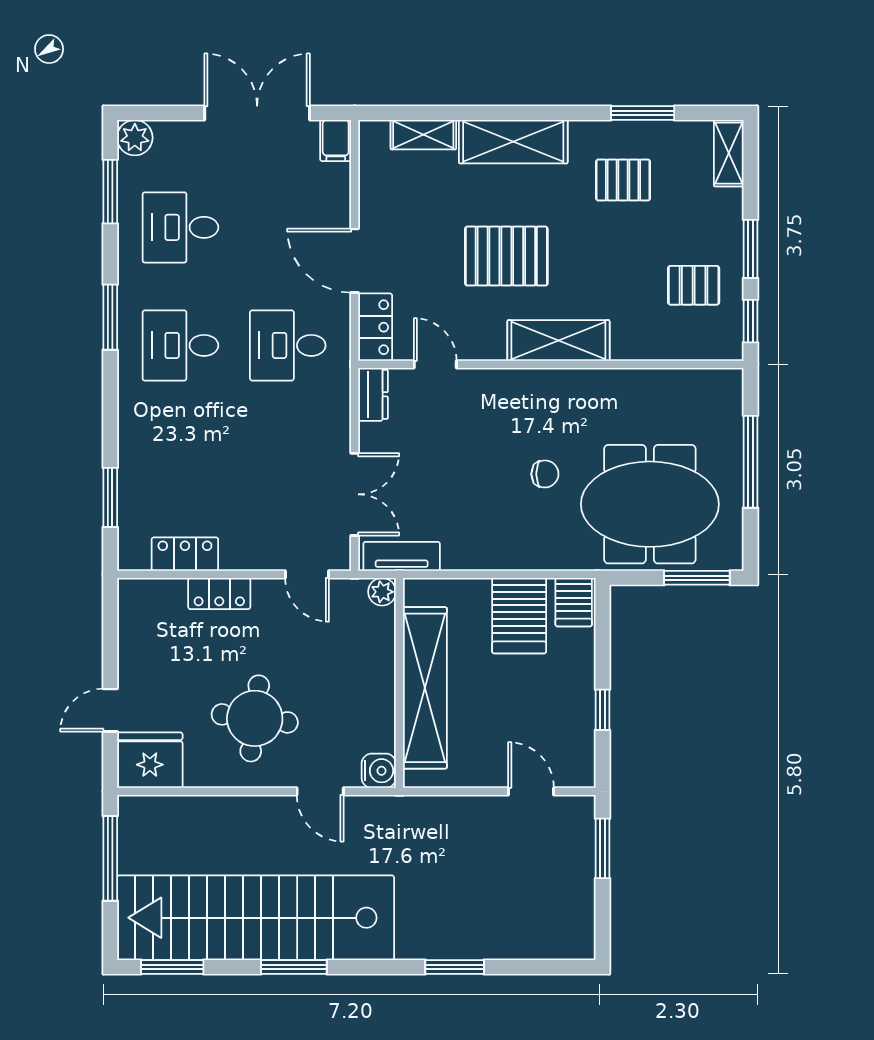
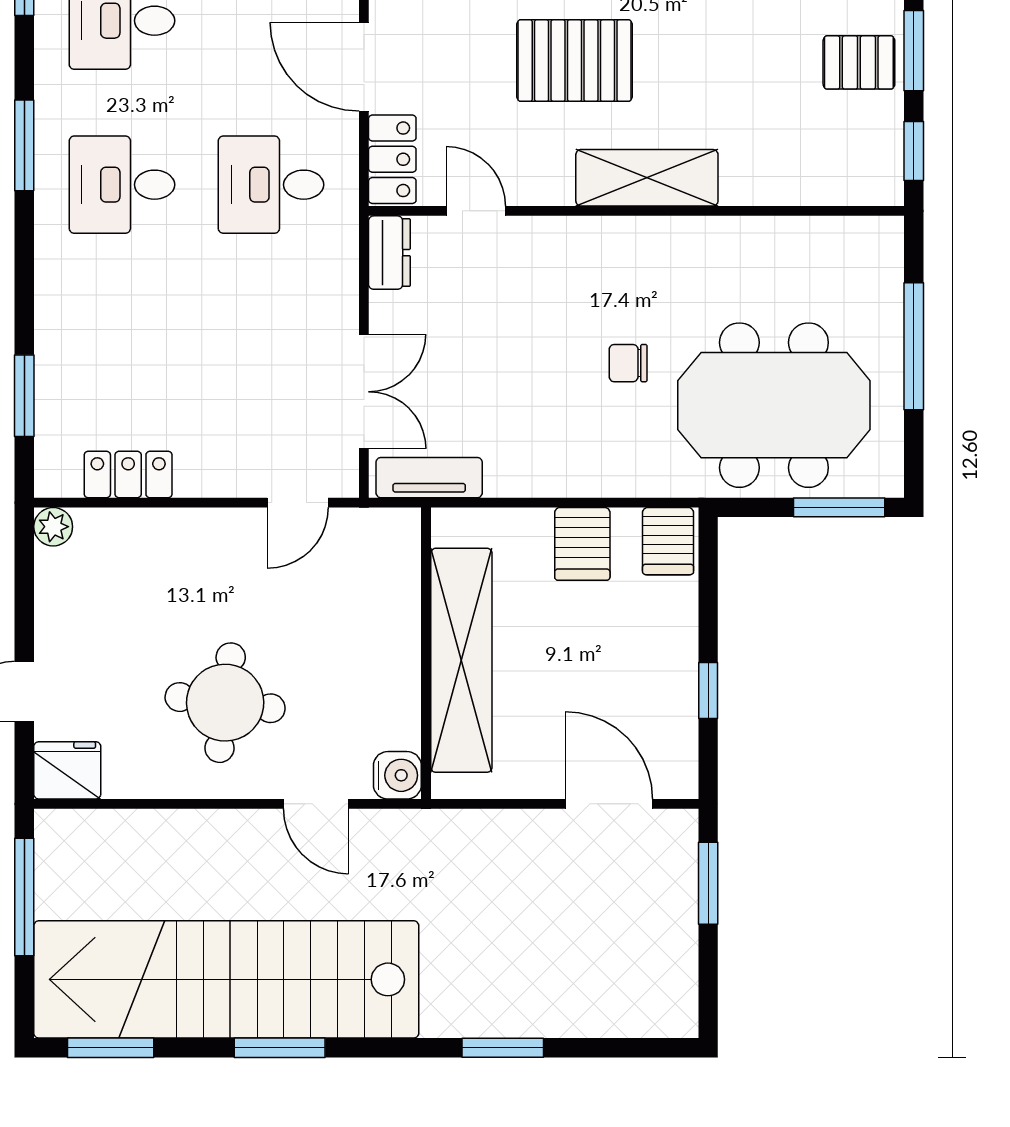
pallet: (694, 285) -> (859, 62), moved
chair: (545, 474) -> (628, 363), turned 180
door: (307, 574) -> (298, 503), hinge flipped
plant: (382, 592) -> (53, 527), moved
locker: (219, 594) -> (176, 529), removed
server rack: (519, 616) -> (582, 544), width x0.73, depth x0.70
fridge: (150, 760) -> (67, 770), width x0.73, depth x0.75
door: (531, 791) -> (609, 804), width x1.38

